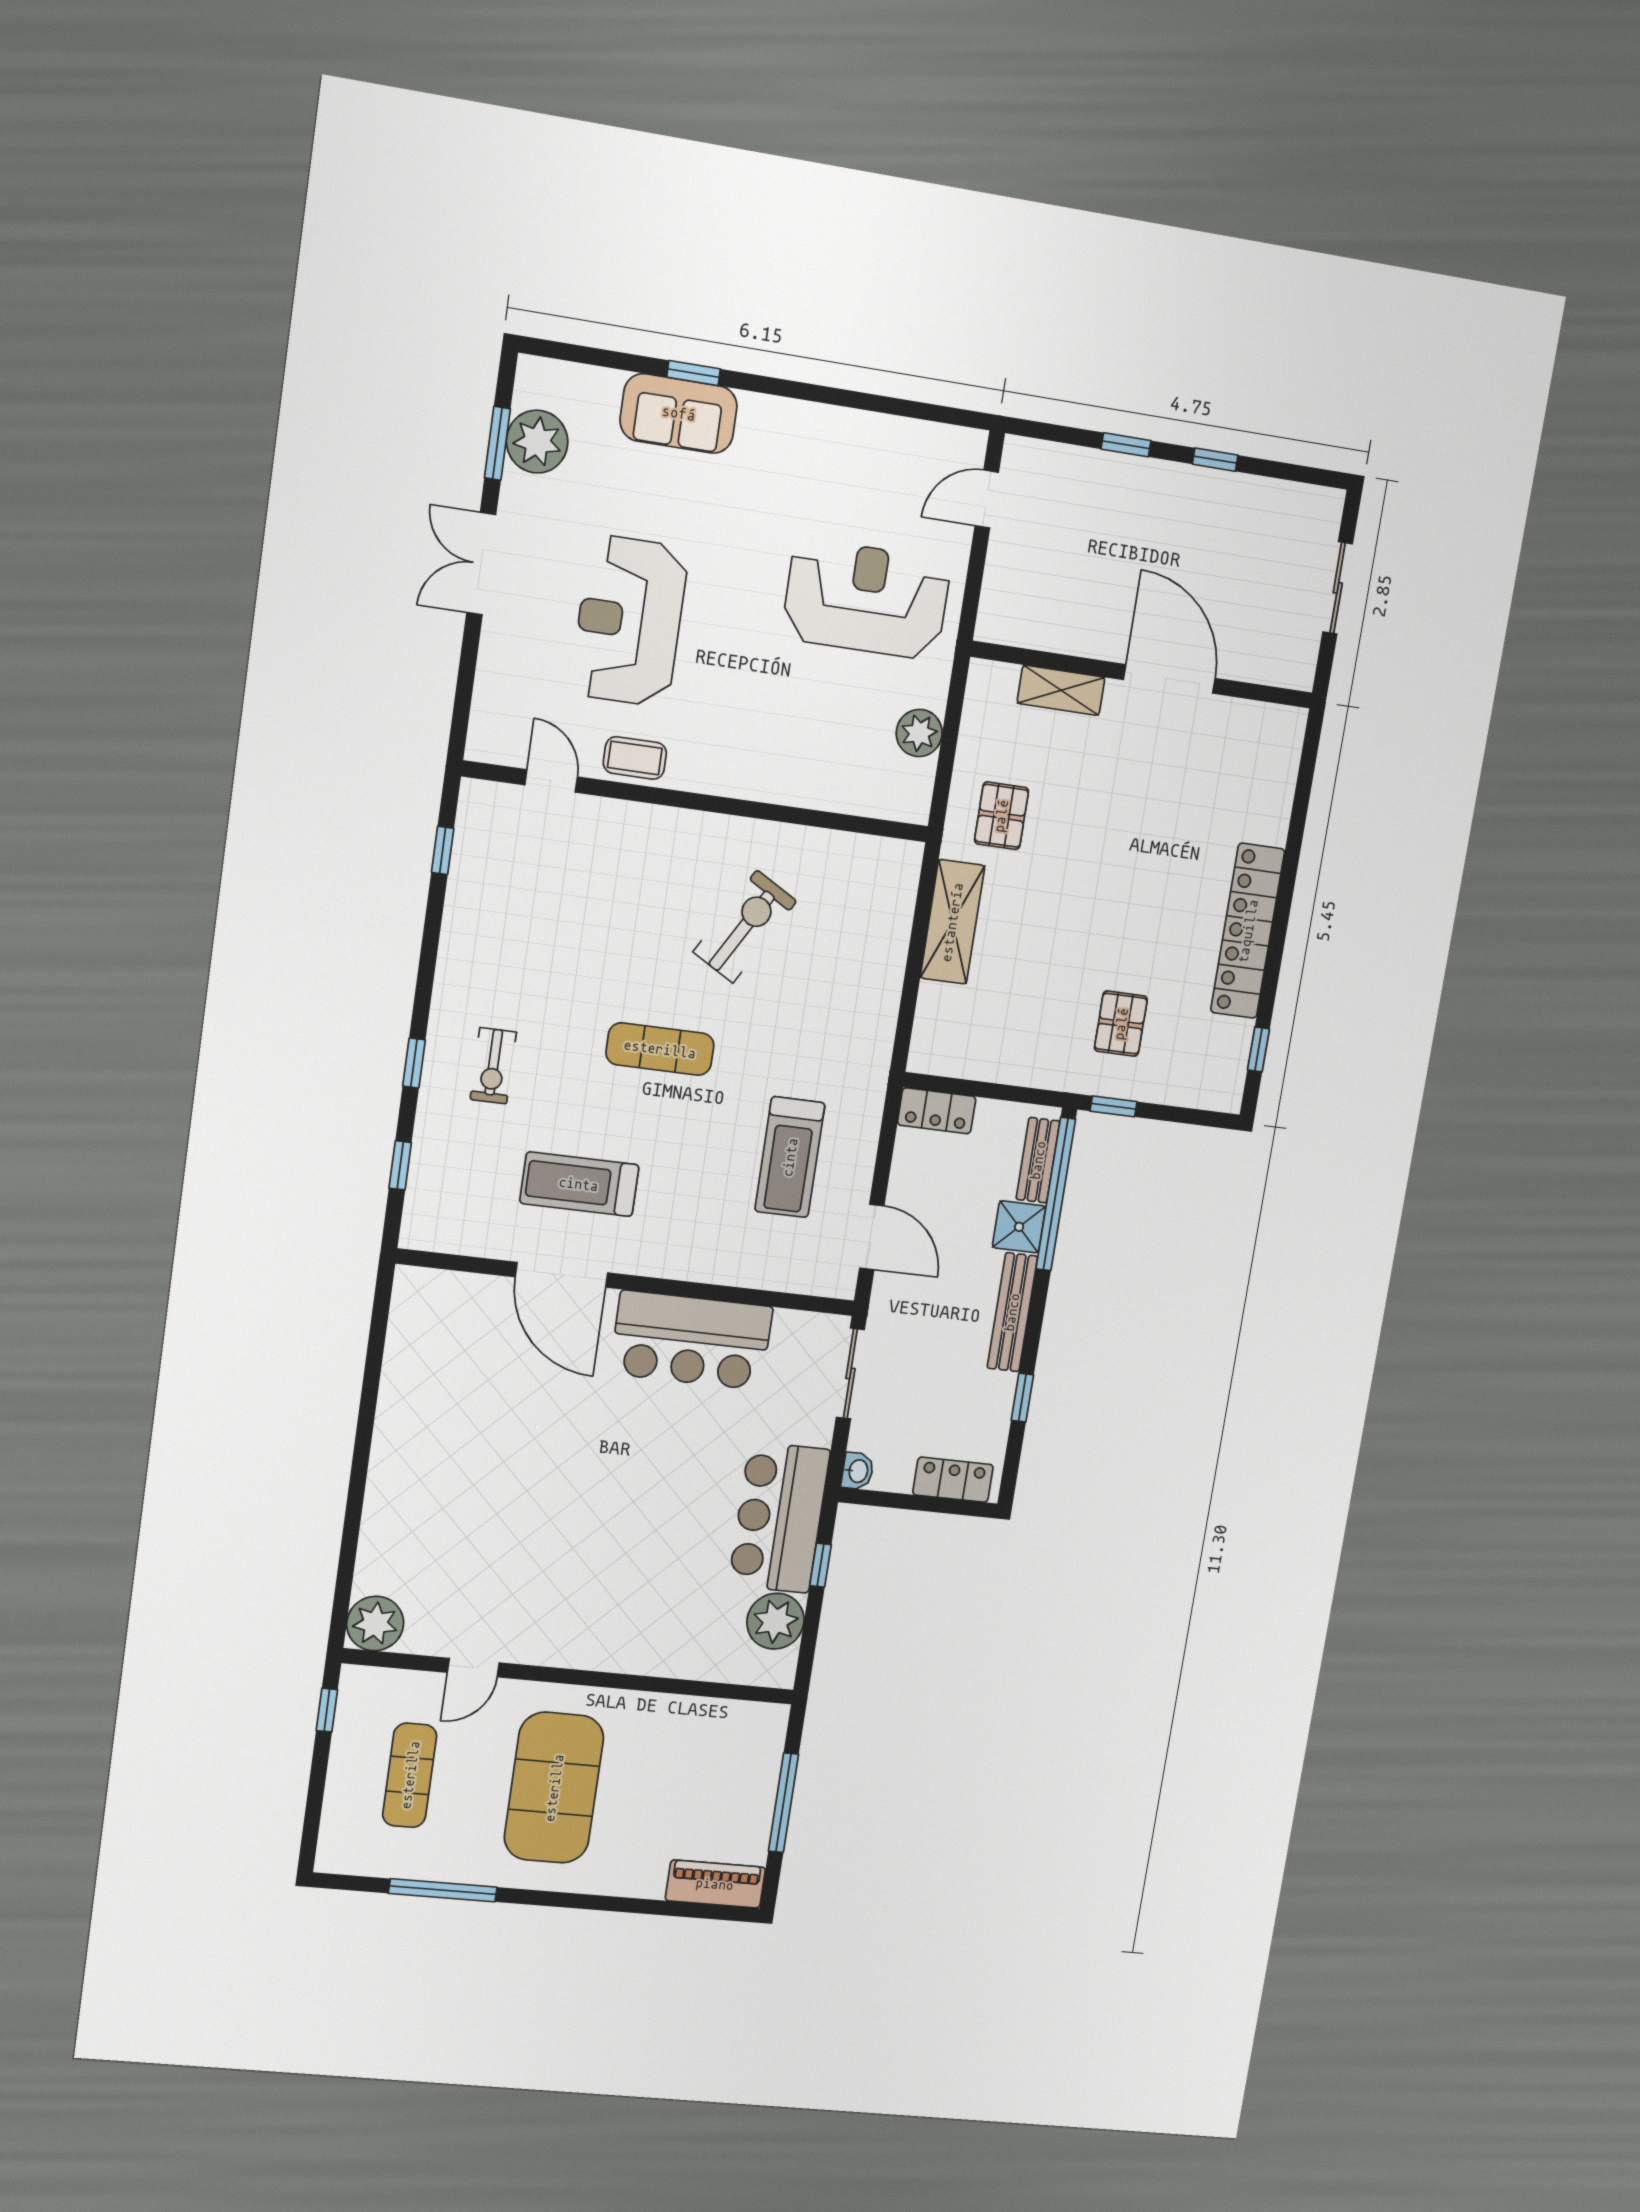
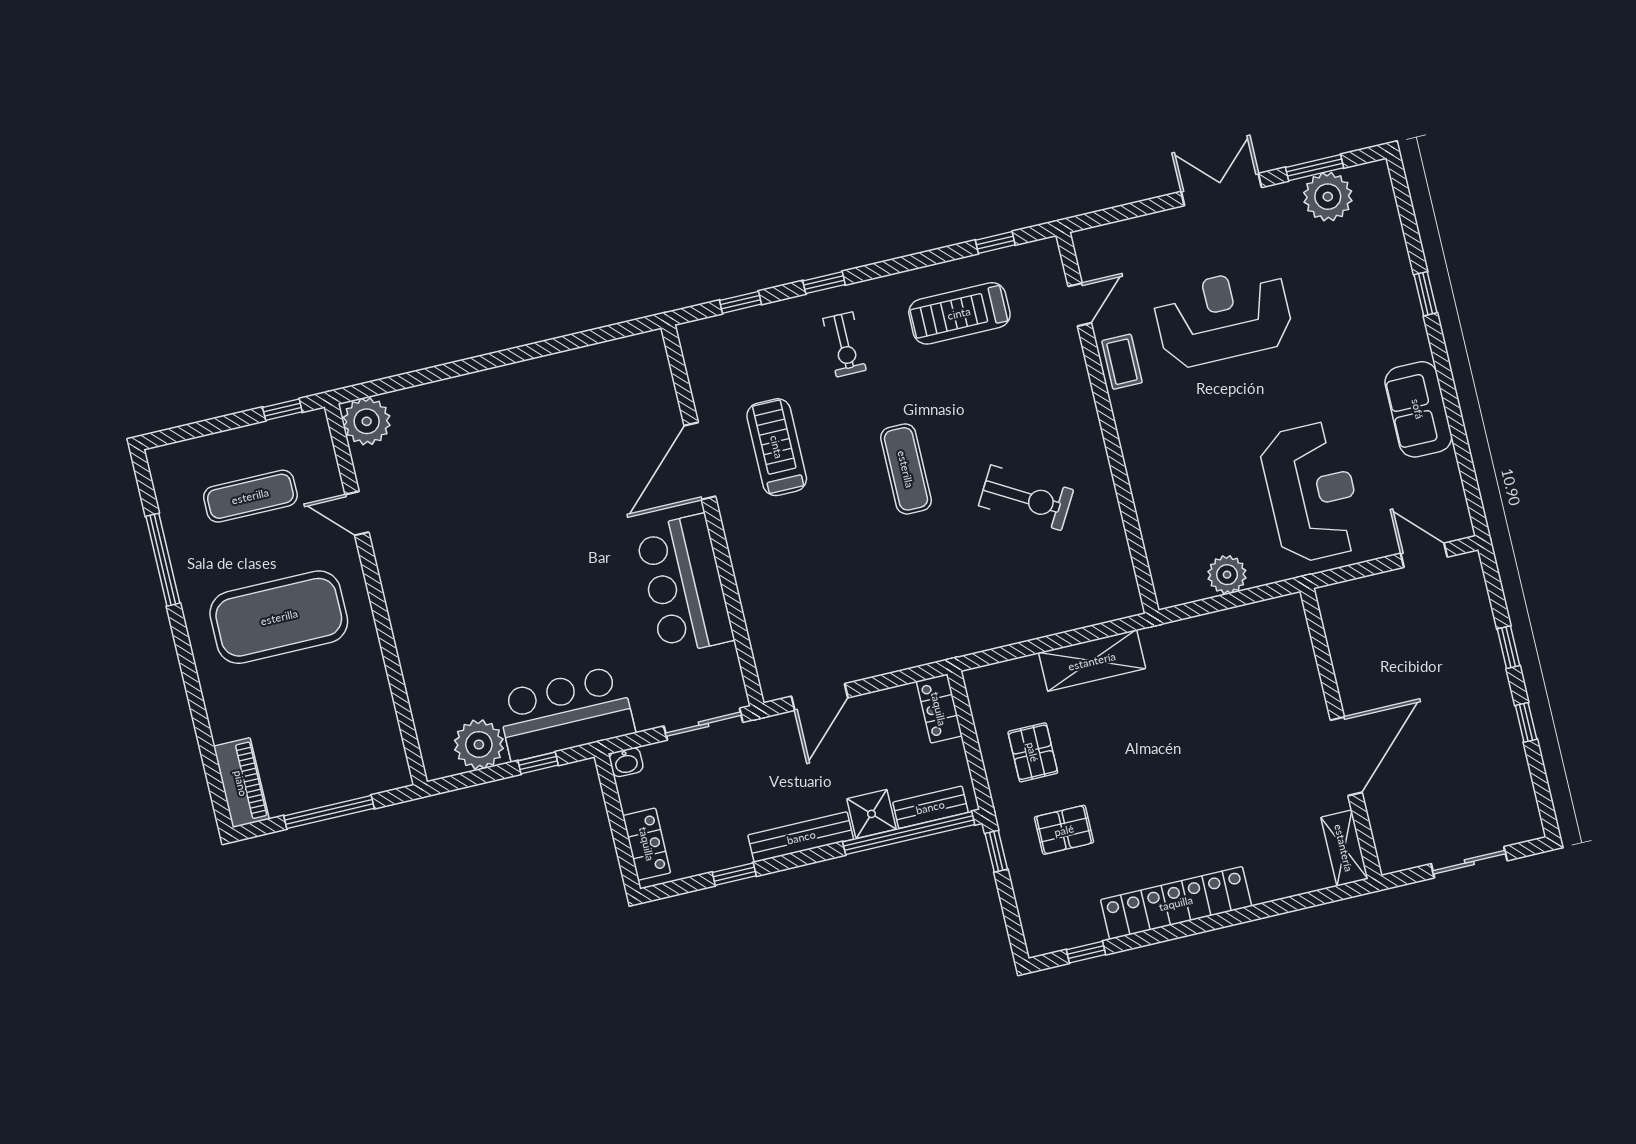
sofa: (679, 413) -> (1418, 409), moved
shelving: (1061, 690) -> (1344, 848), moved
pallet: (1001, 816) -> (1033, 752), moved, turned 90
exercise bike: (493, 1066) -> (845, 344), turned -90
treadmill: (790, 1157) -> (959, 313), moved

